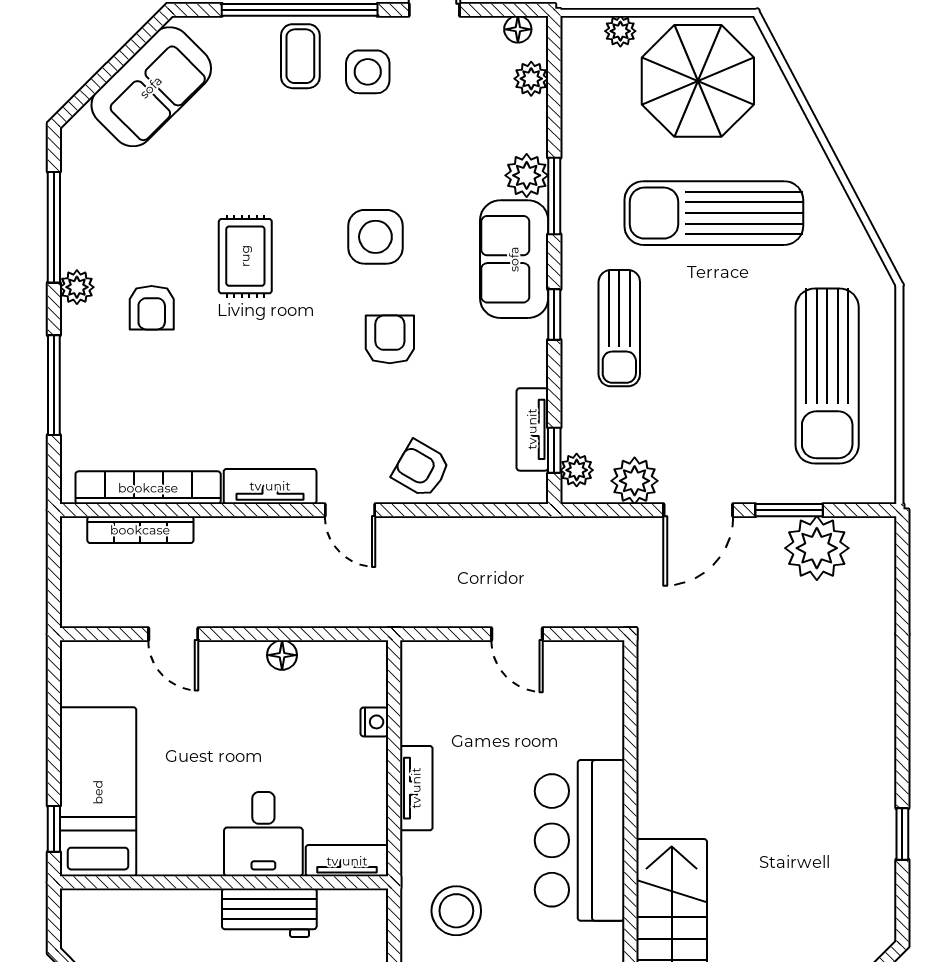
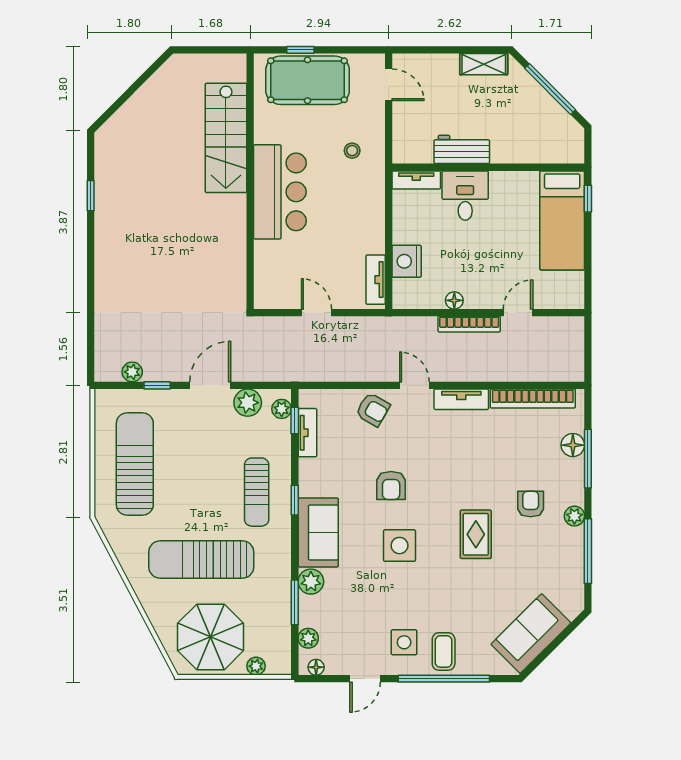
window: (554, 196) -> (295, 602), moved
sun lounger: (714, 213) -> (201, 560), turned 180
sun lounger: (619, 328) -> (257, 492), turned 180
floor lamp: (80, 408) -> (573, 445), added
window: (789, 510) -> (157, 385), width x0.67
bookcase: (140, 530) -> (469, 324), moved, turned 180
plant: (817, 548) -> (132, 372), width x0.53, depth x0.53
door: (173, 634) -> (518, 313), hinge flipped
nightstand: (374, 722) -> (407, 261), width x1.89, depth x1.79
tv unit: (416, 788) -> (376, 280), moved
stool: (456, 911) -> (352, 151), width x0.53, depth x0.53

